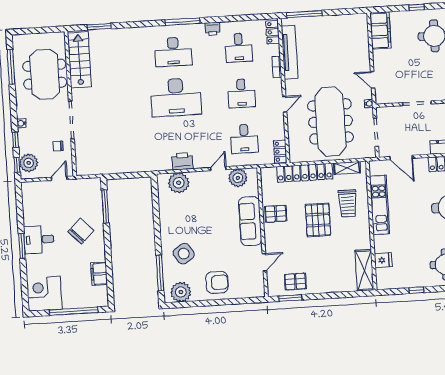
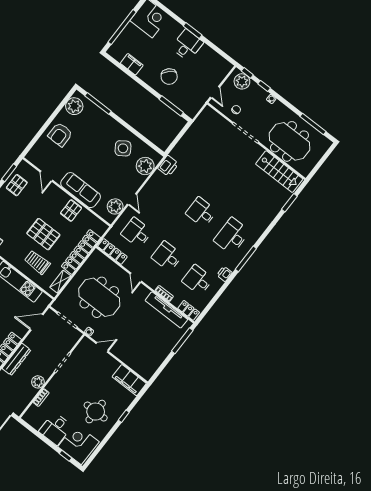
desk: (176, 97) -> (201, 212), width x0.53, depth x0.77
meeting table: (330, 121) -> (99, 297), width x0.73
locker: (280, 152) -> (112, 252), width x1.53
printer: (183, 161) -> (168, 166), moved
side table: (184, 254) -> (123, 148), moved

